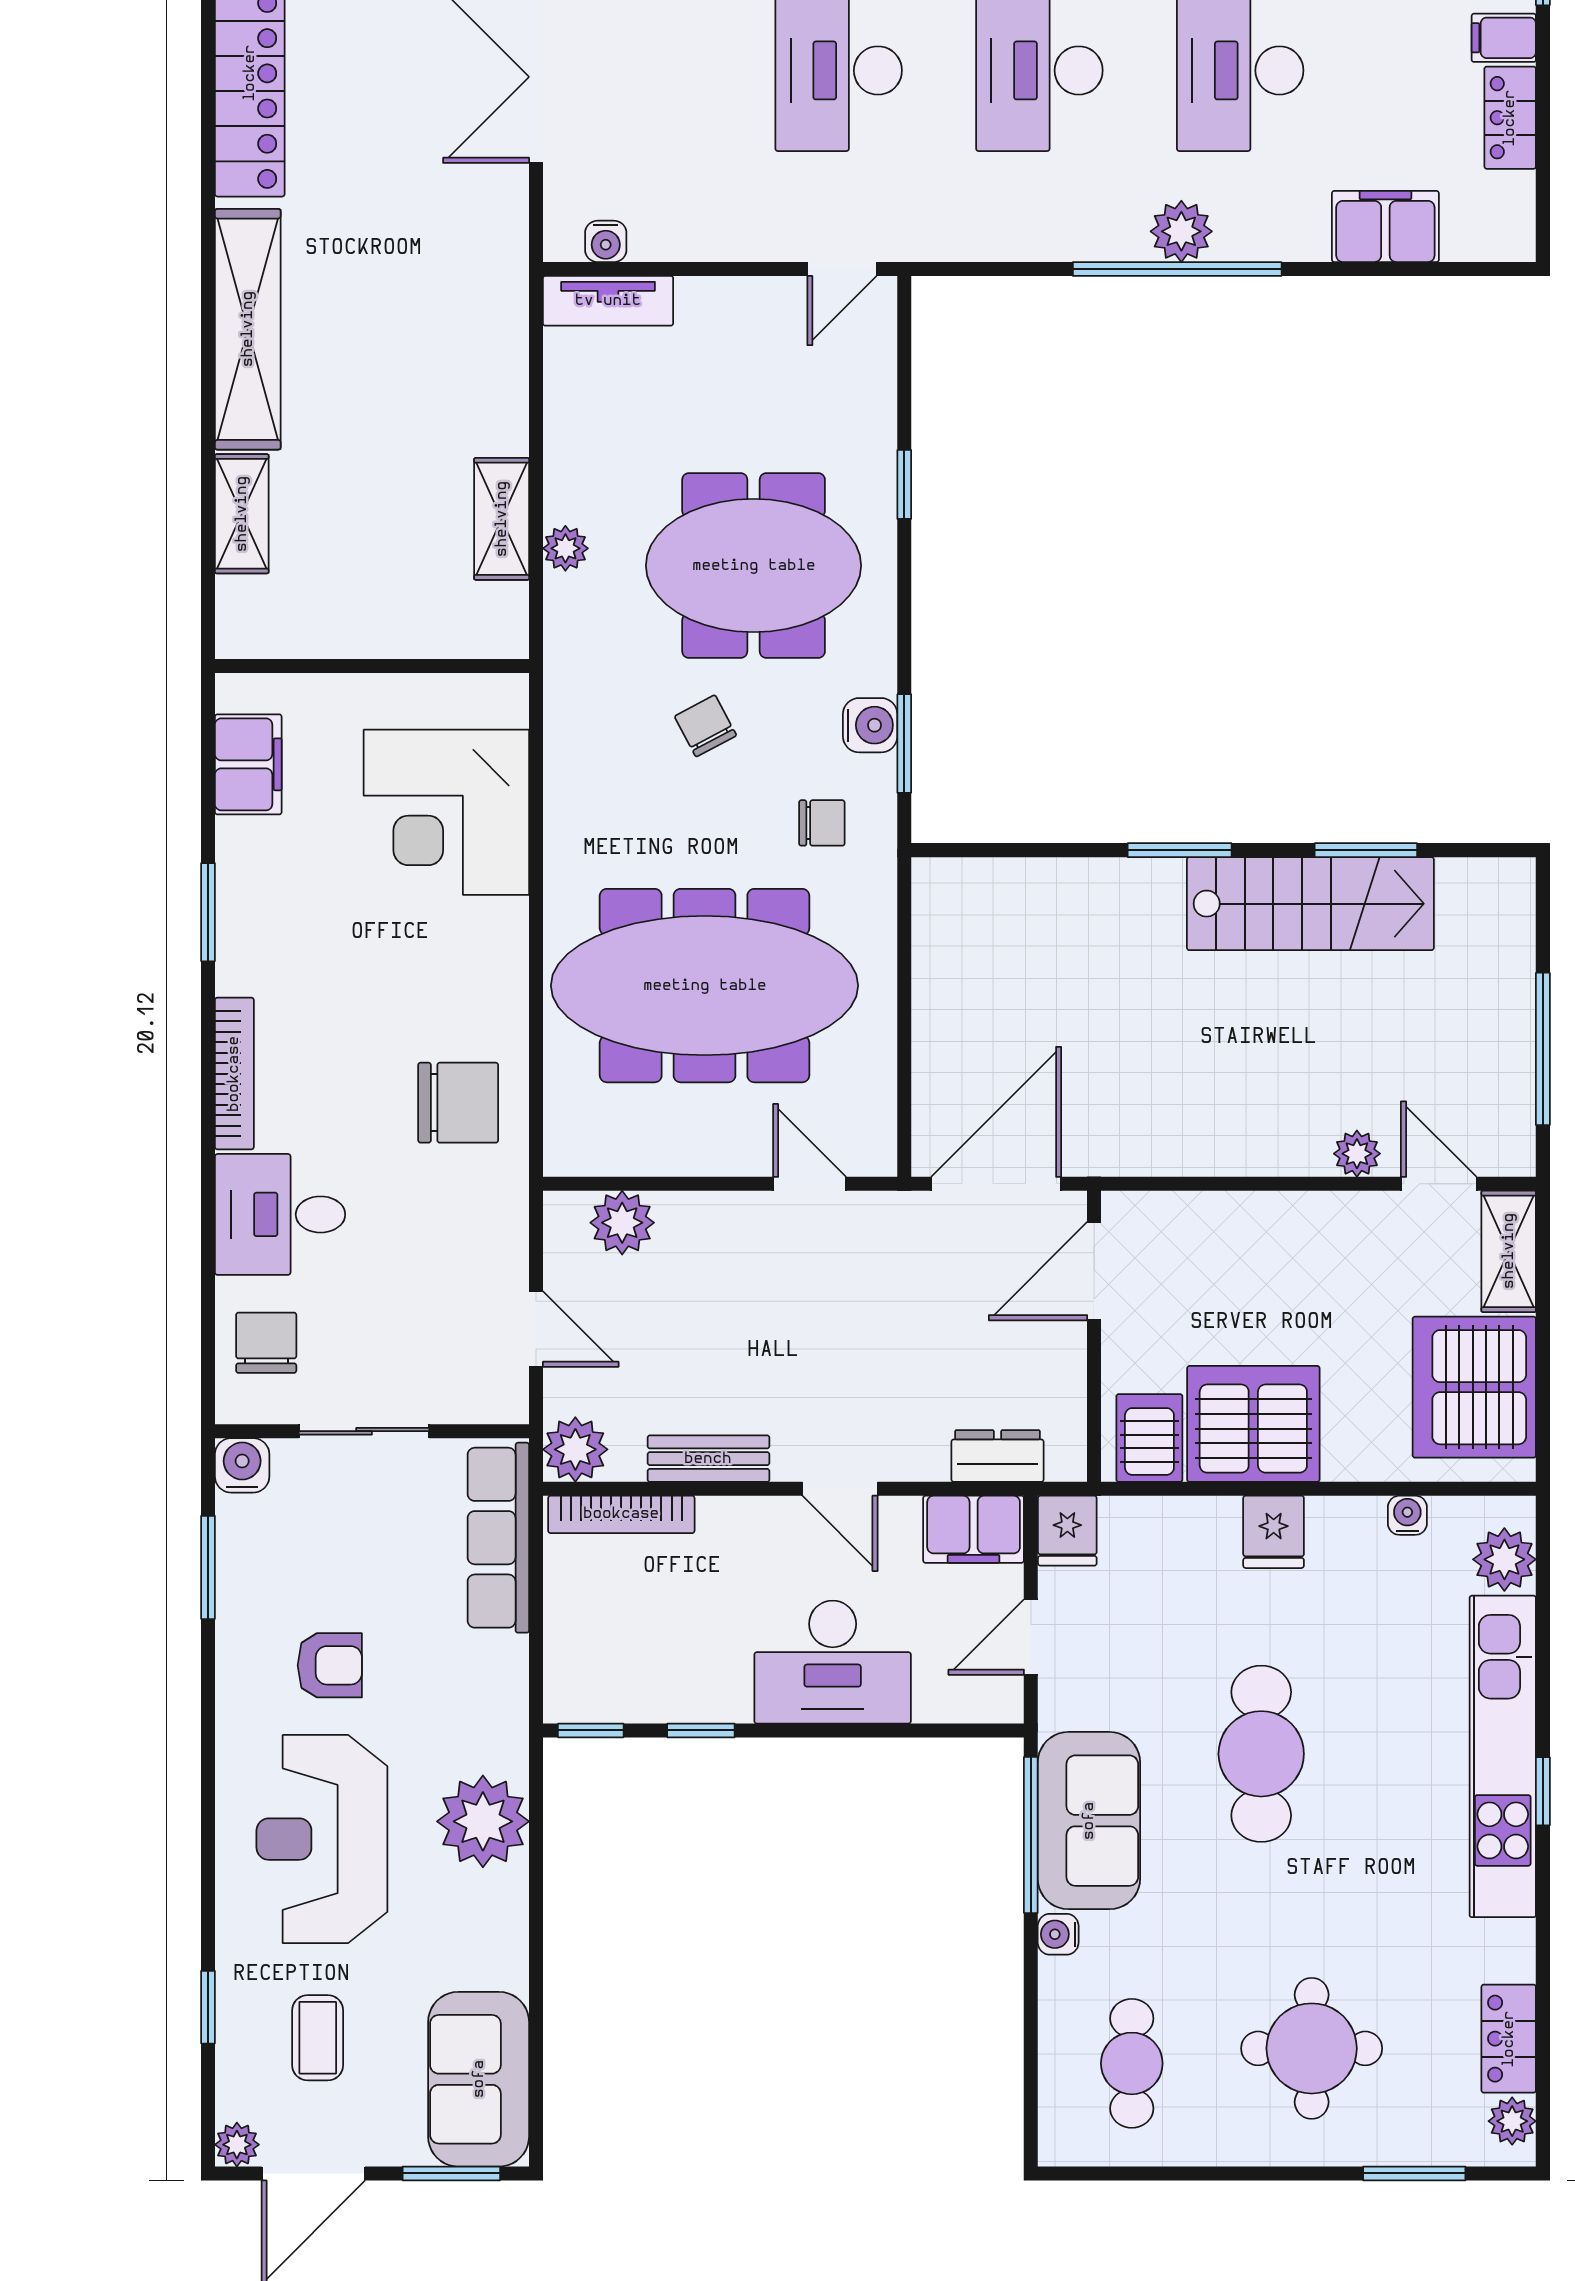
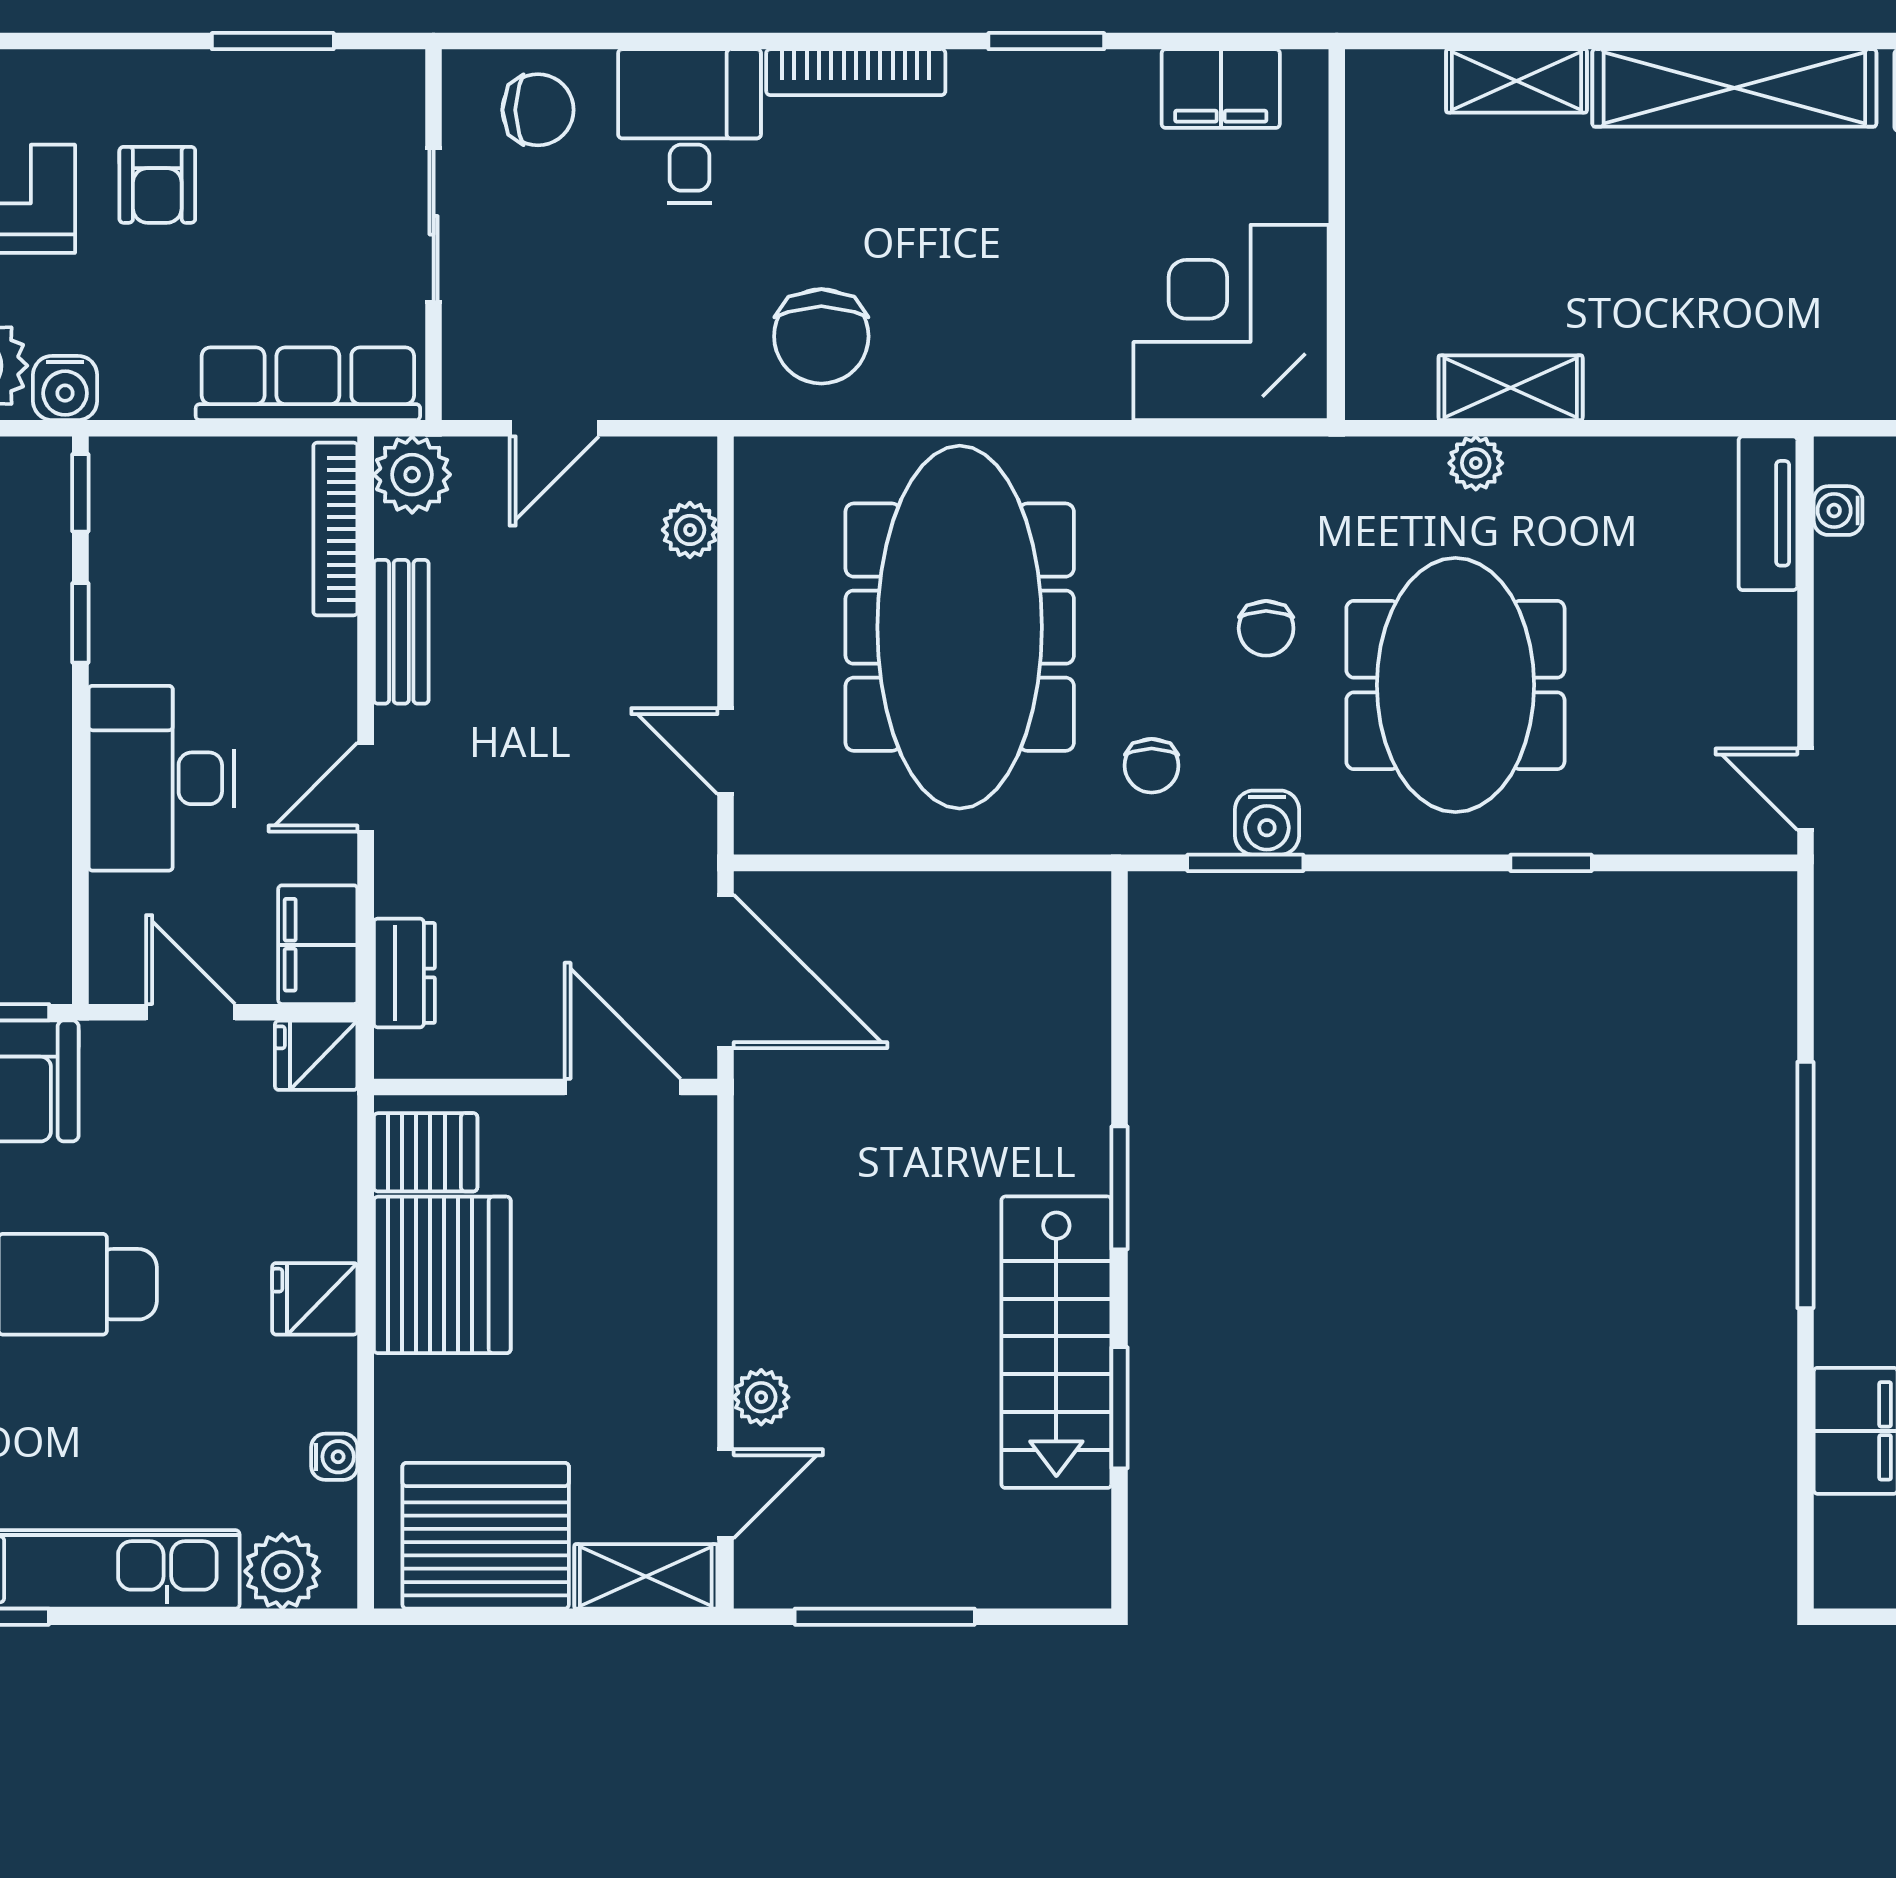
plant: (1181, 231) -> (1850, 1190), removed
chair: (705, 726) -> (1266, 628), turned 118
corner desk: (446, 812) -> (1231, 322), moved
door: (810, 1184) -> (726, 751), swing flipped
plant: (622, 1223) -> (690, 530), width x0.73, depth x0.73
water cooler: (242, 1465) -> (65, 388), moved, turned 90

